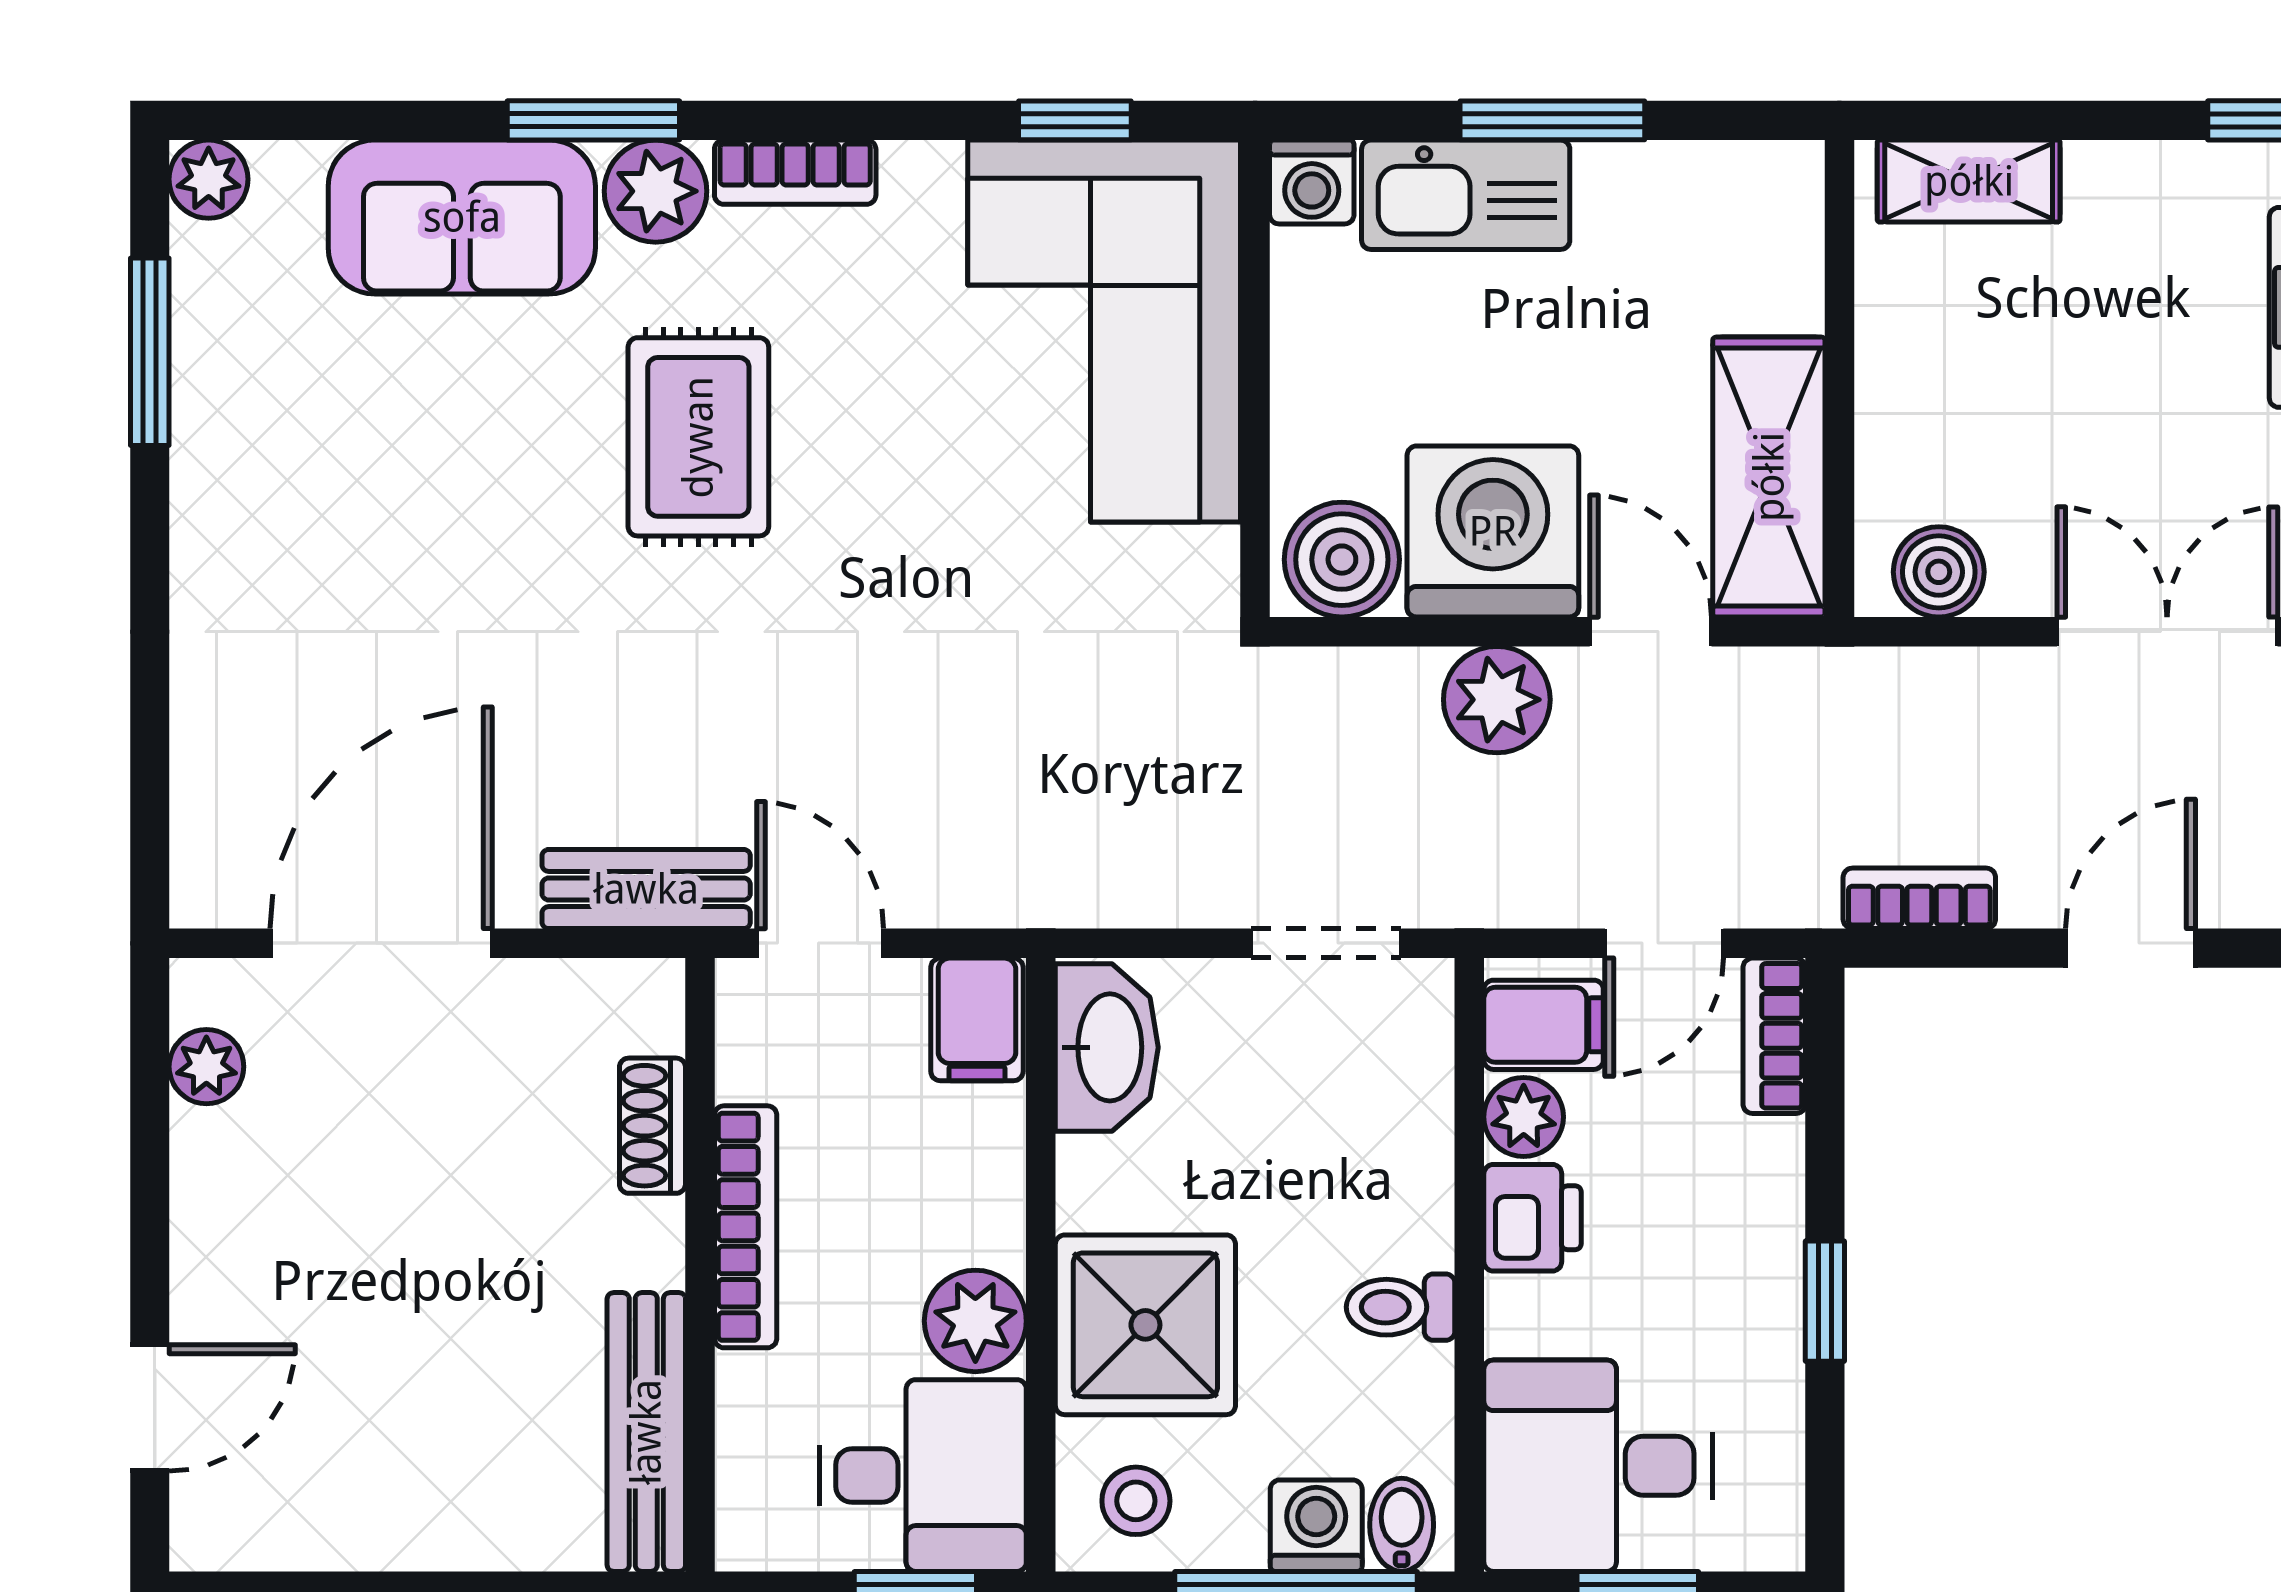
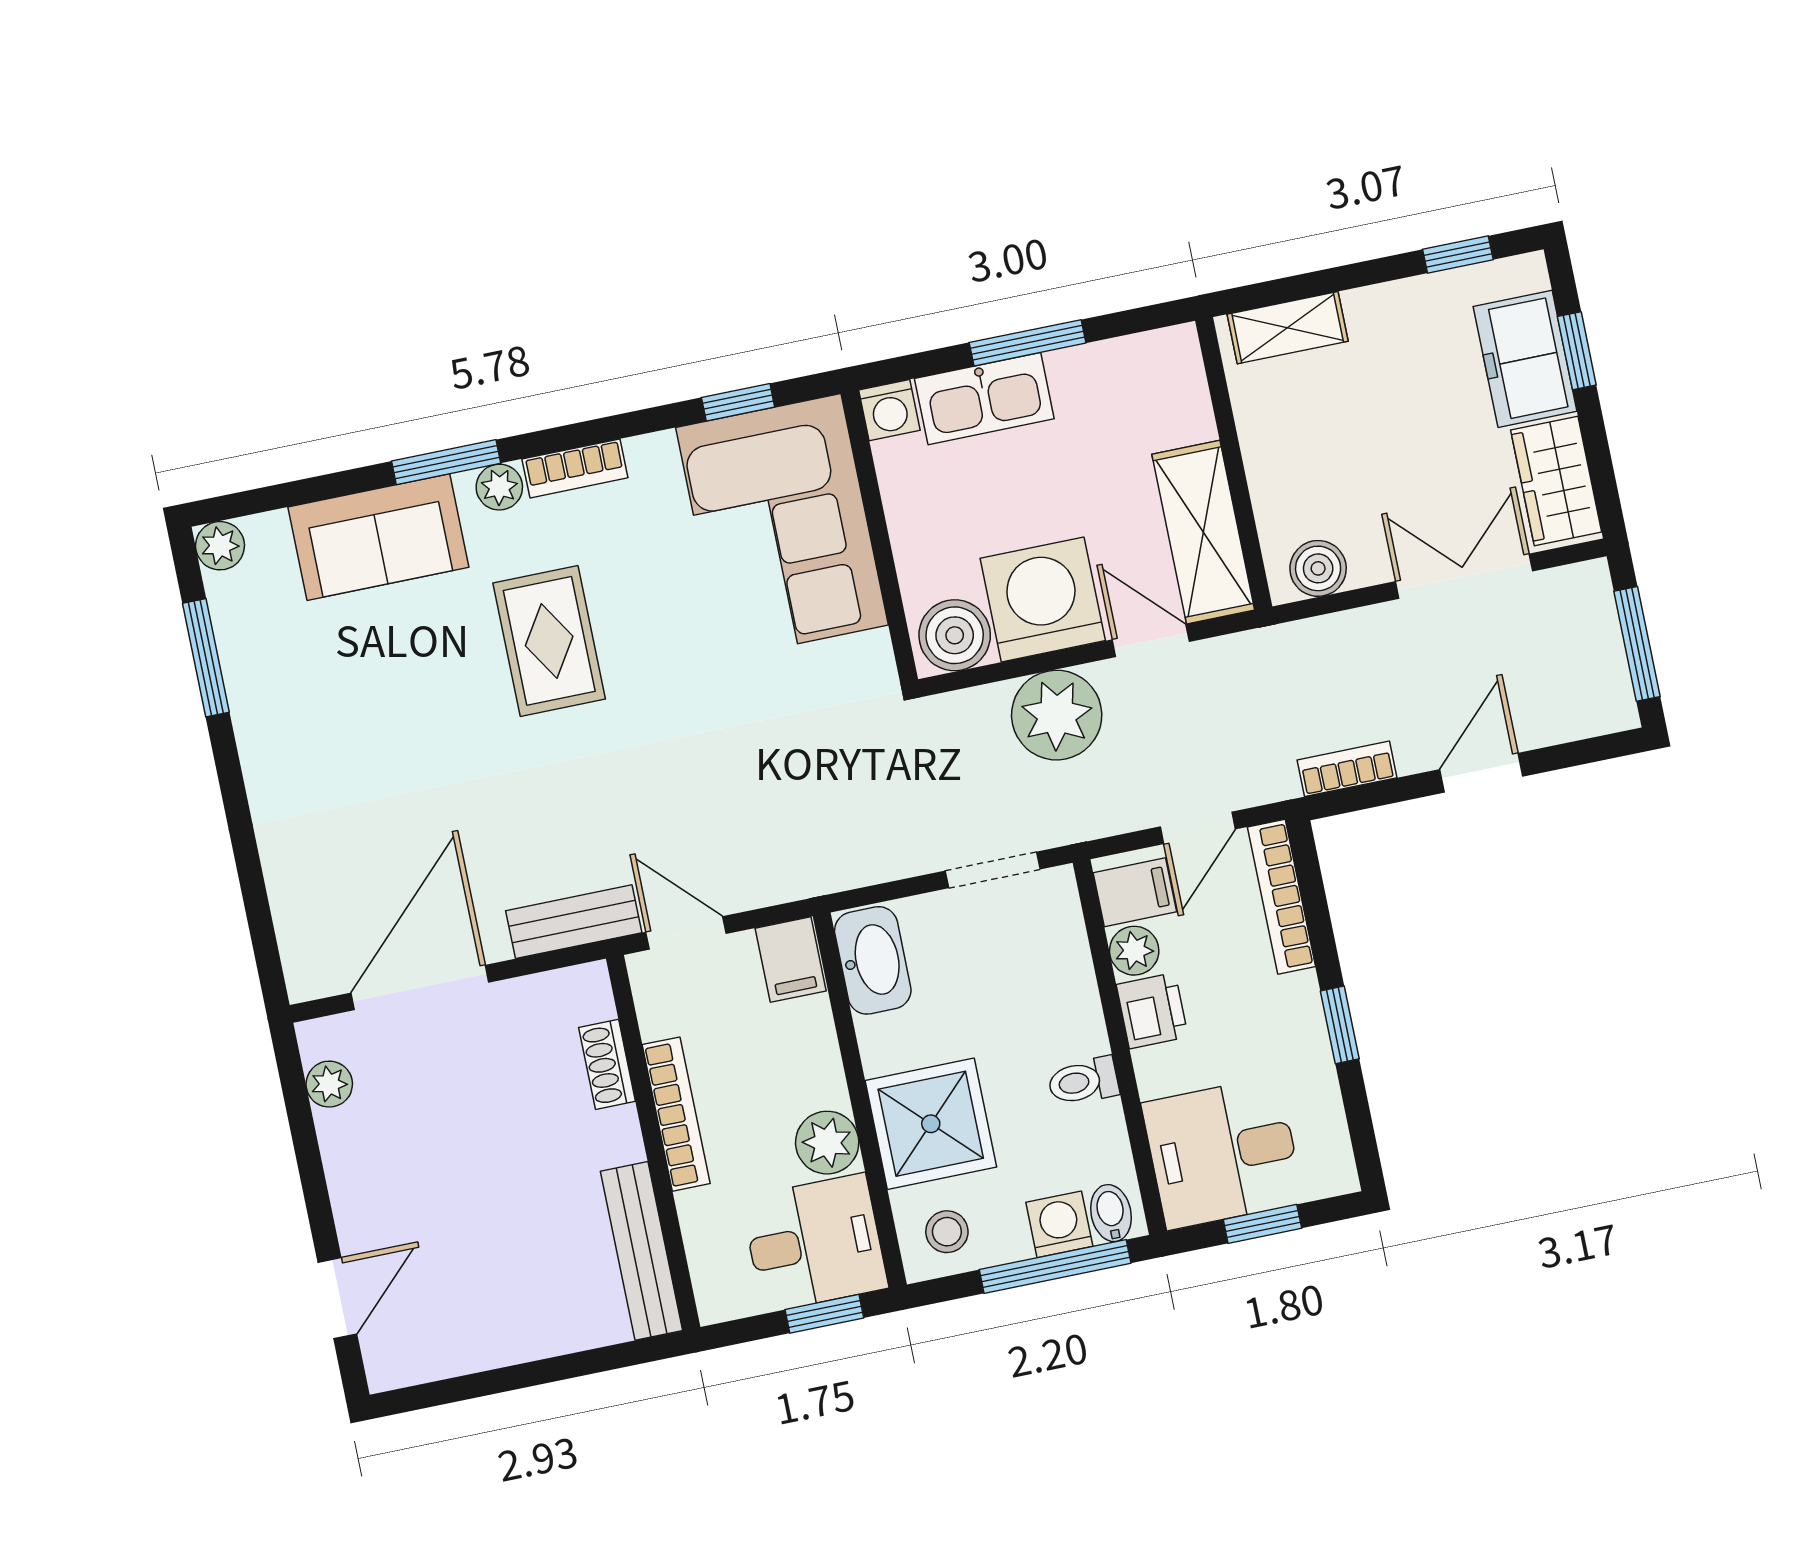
plant: (656, 191) -> (499, 487), width x0.73, depth x0.73
plant: (1497, 700) -> (1057, 715), width x1.36, depth x1.36
bookcase: (1774, 1036) -> (1282, 897), width x1.56

